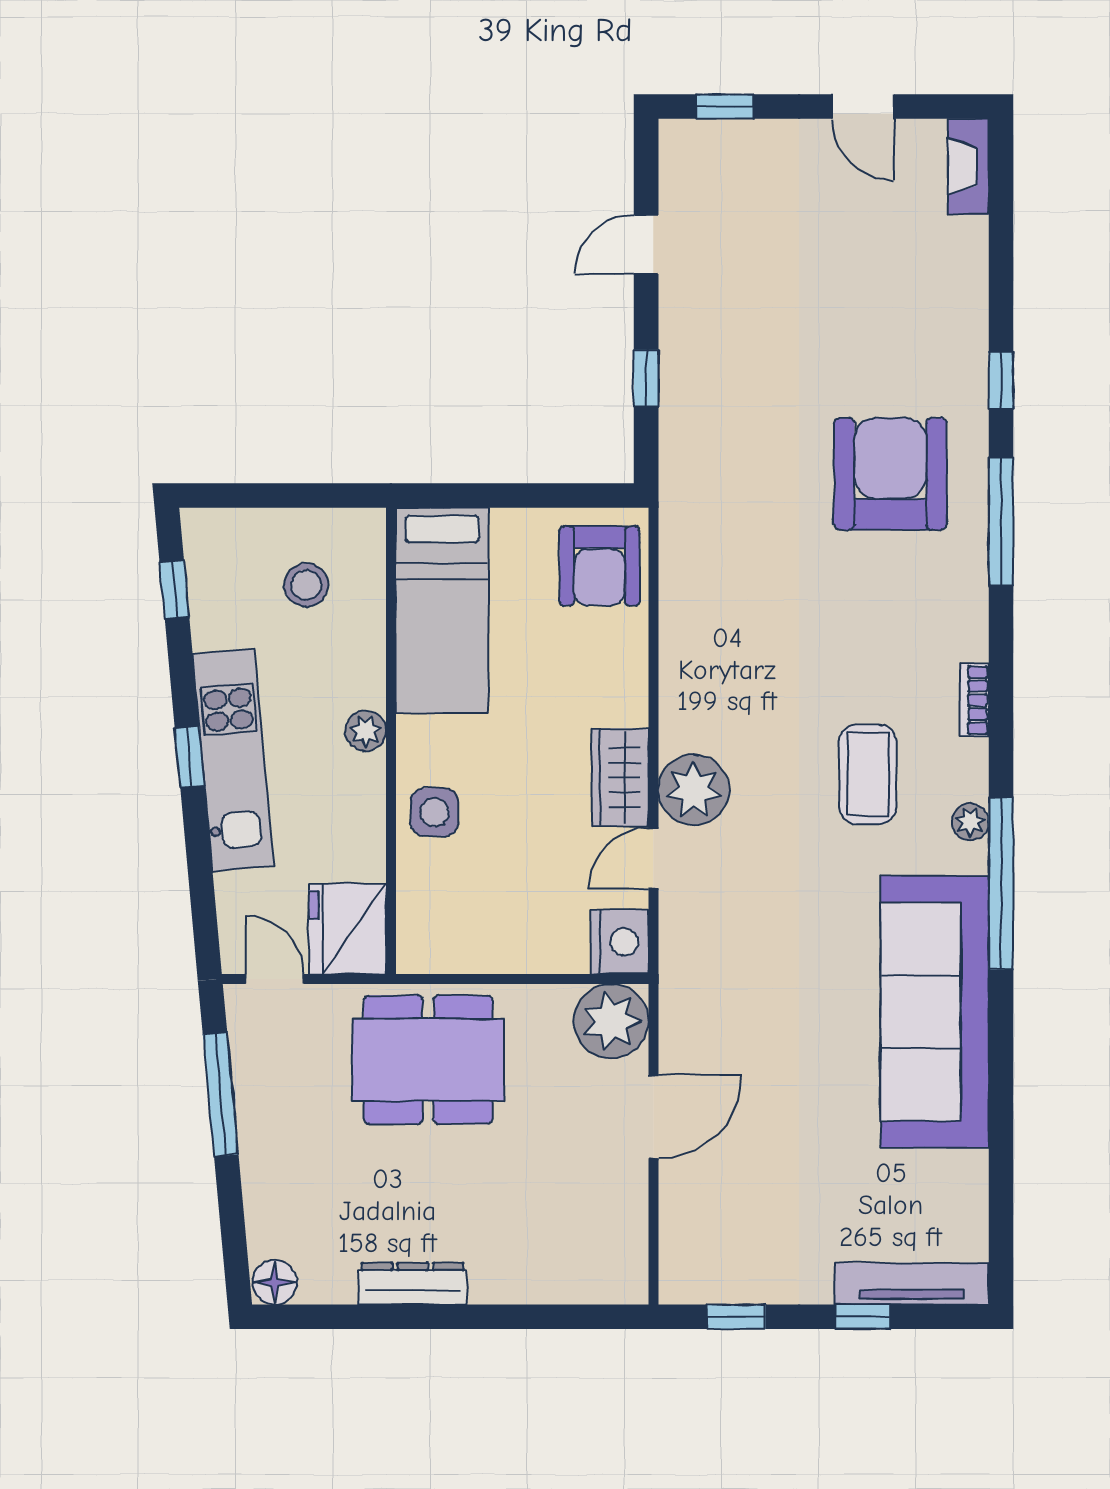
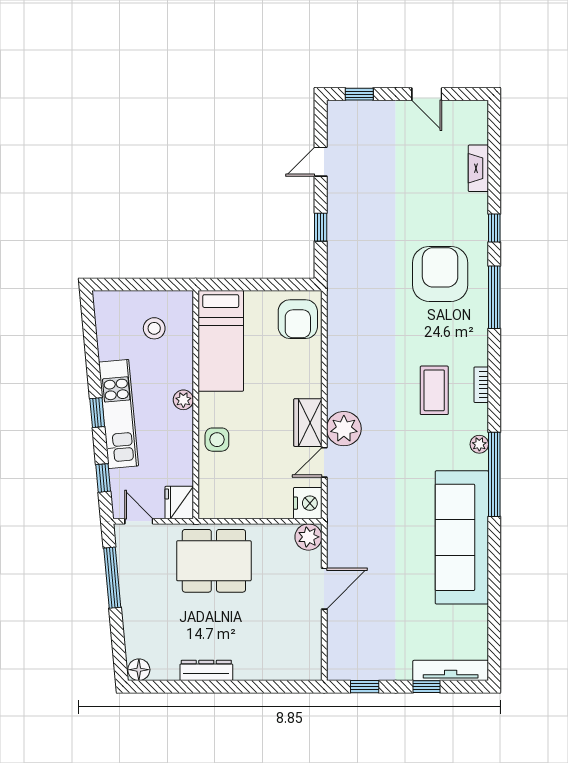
fireplace: (968, 166) -> (478, 168), moved
window: (174, 589) -> (103, 478), moved
coffee table: (868, 774) -> (434, 390), moved
fridge: (348, 929) -> (179, 503), width x0.73, depth x0.75
plant: (611, 1021) -> (308, 537), width x0.73, depth x0.73

